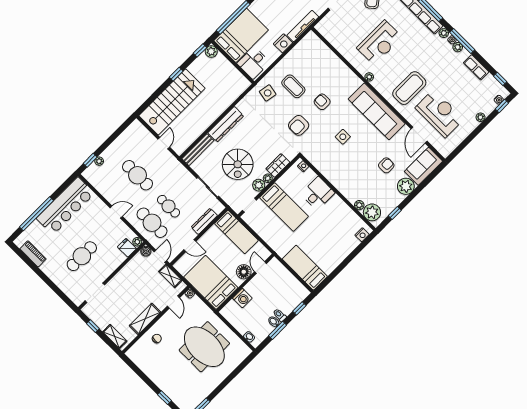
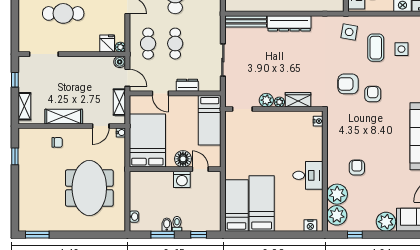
armchair: (322, 102) -> (373, 94), moved
side table: (343, 137) -> (401, 49), moved
spiral stairs: (238, 164) -> (266, 66), removed
armchair: (386, 165) -> (357, 168), moved, turned -90
desk: (318, 193) -> (308, 175), moved
plant: (359, 205) -> (337, 194), width x1.88, depth x1.88
bed: (284, 207) -> (262, 203), moved, turned 180
dresser: (204, 221) -> (187, 85), width x0.70
cafe table: (152, 223) -> (148, 44), width x0.73, depth x0.74
door: (160, 256) -> (127, 78), hinge flipped
door: (260, 268) -> (200, 169), hinge flipped
washing machine: (242, 298) -> (182, 179), moved
window: (164, 398) -> (15, 156), moved

